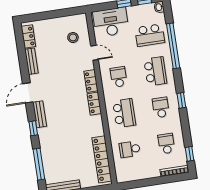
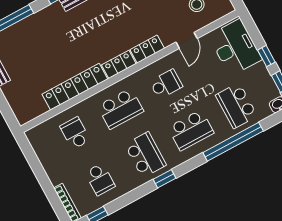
school desk: (161, 107) -> (145, 155), width x1.85
school desk: (166, 144) -> (100, 179), turned 90
locker: (102, 159) -> (75, 87), moved

